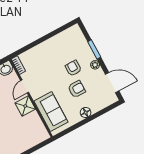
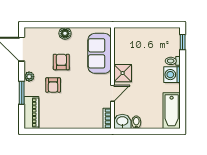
piano: (79, 38) -> (31, 112), added
armchair: (77, 89) -> (61, 62), turned 90

